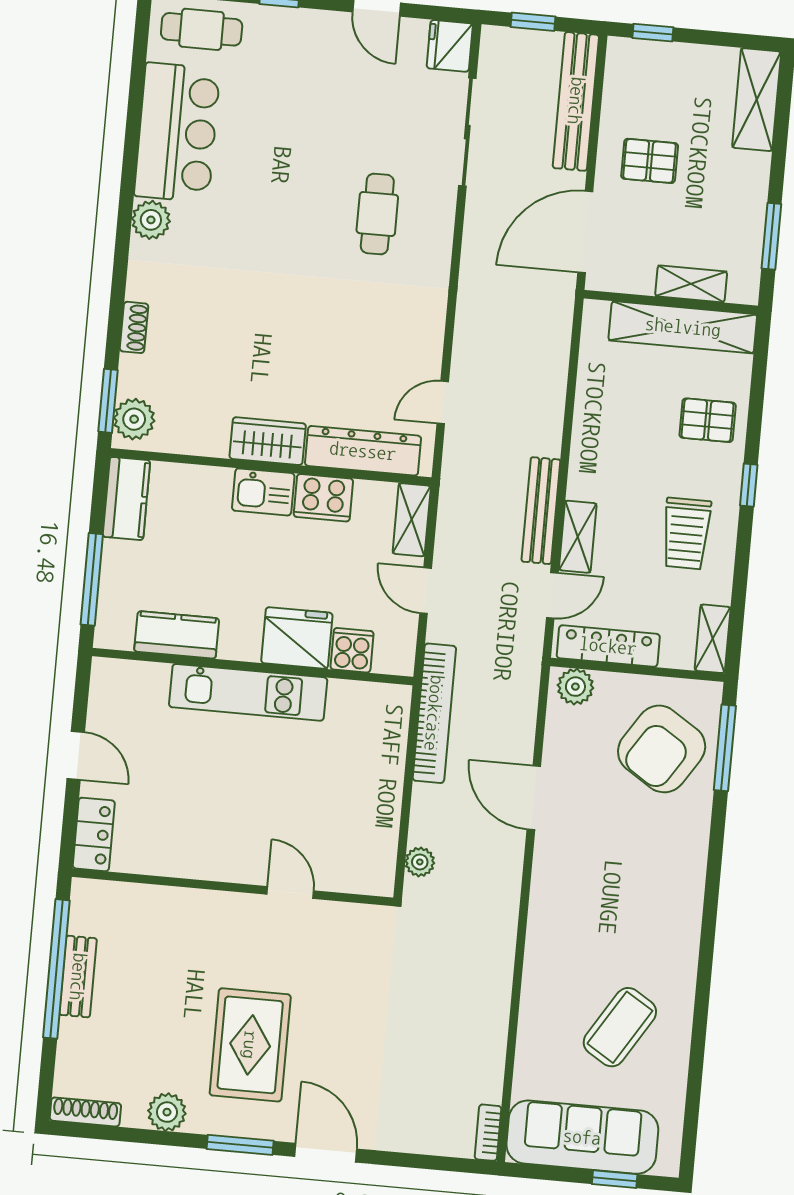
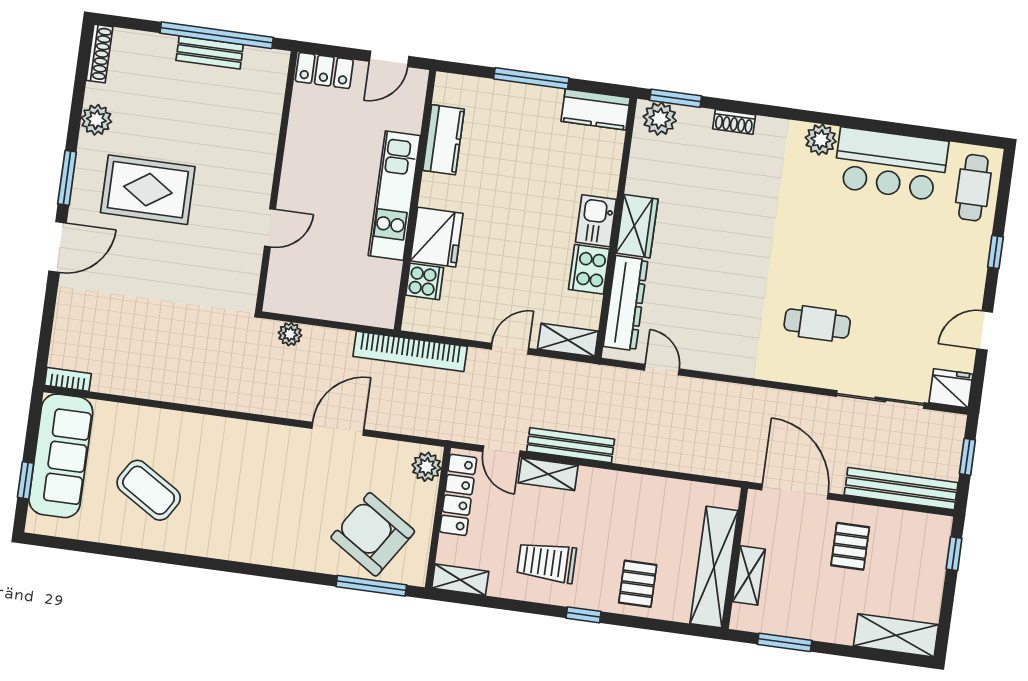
kitchen counter: (177, 635) -> (444, 140), moved
fridge: (297, 638) -> (437, 237), moved
cooker: (352, 650) -> (425, 281), moved
wall: (253, 667) -> (415, 200), moved
kitchen unit: (248, 692) -> (394, 196), moved

